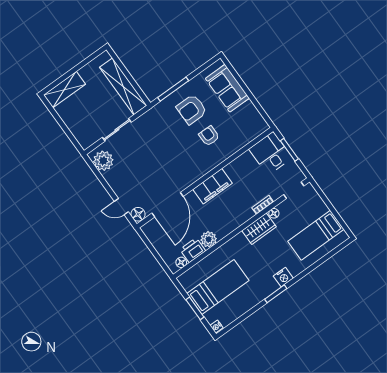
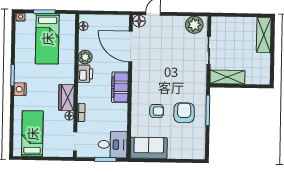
shelving: (123, 86) -> (227, 77), width x0.68
sofa: (227, 88) -> (149, 148), moved
printer: (193, 250) -> (85, 74), moved

